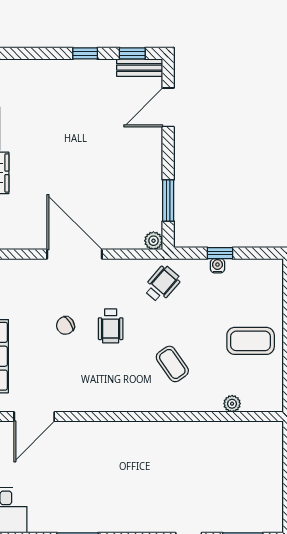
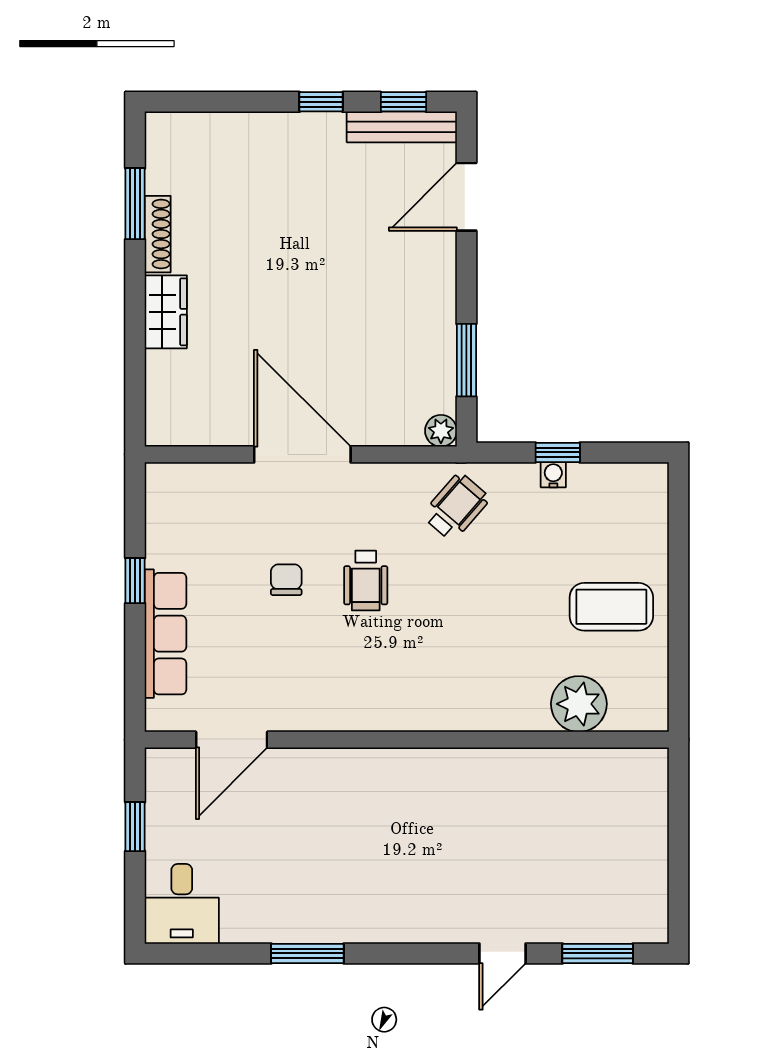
bench: (140, 68) -> (402, 127), width x1.36
chair: (65, 325) -> (286, 580), turned 122
coffee table: (172, 364) -> (474, 647), removed
plant: (232, 404) -> (579, 704), width x1.87, depth x1.87

